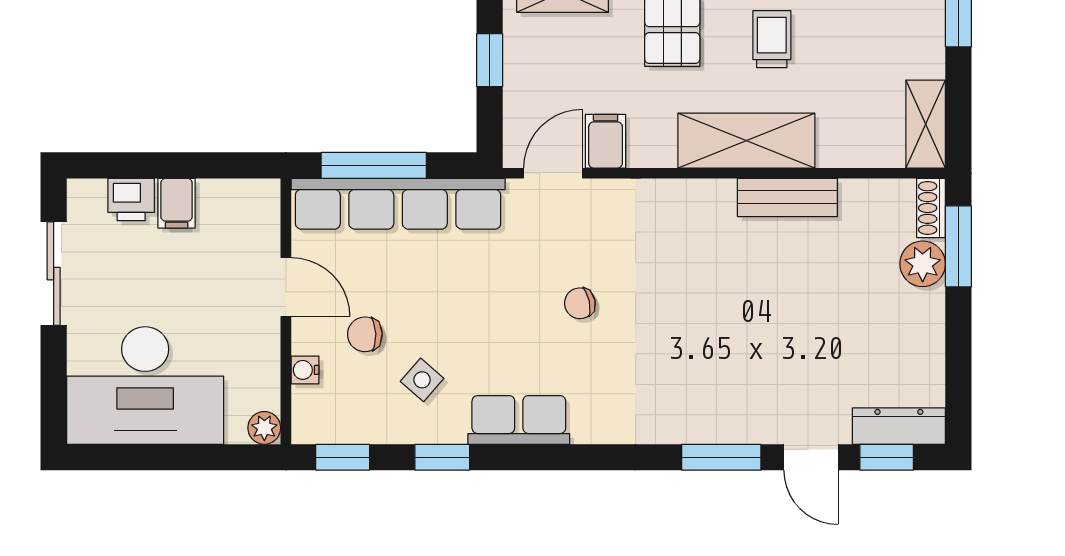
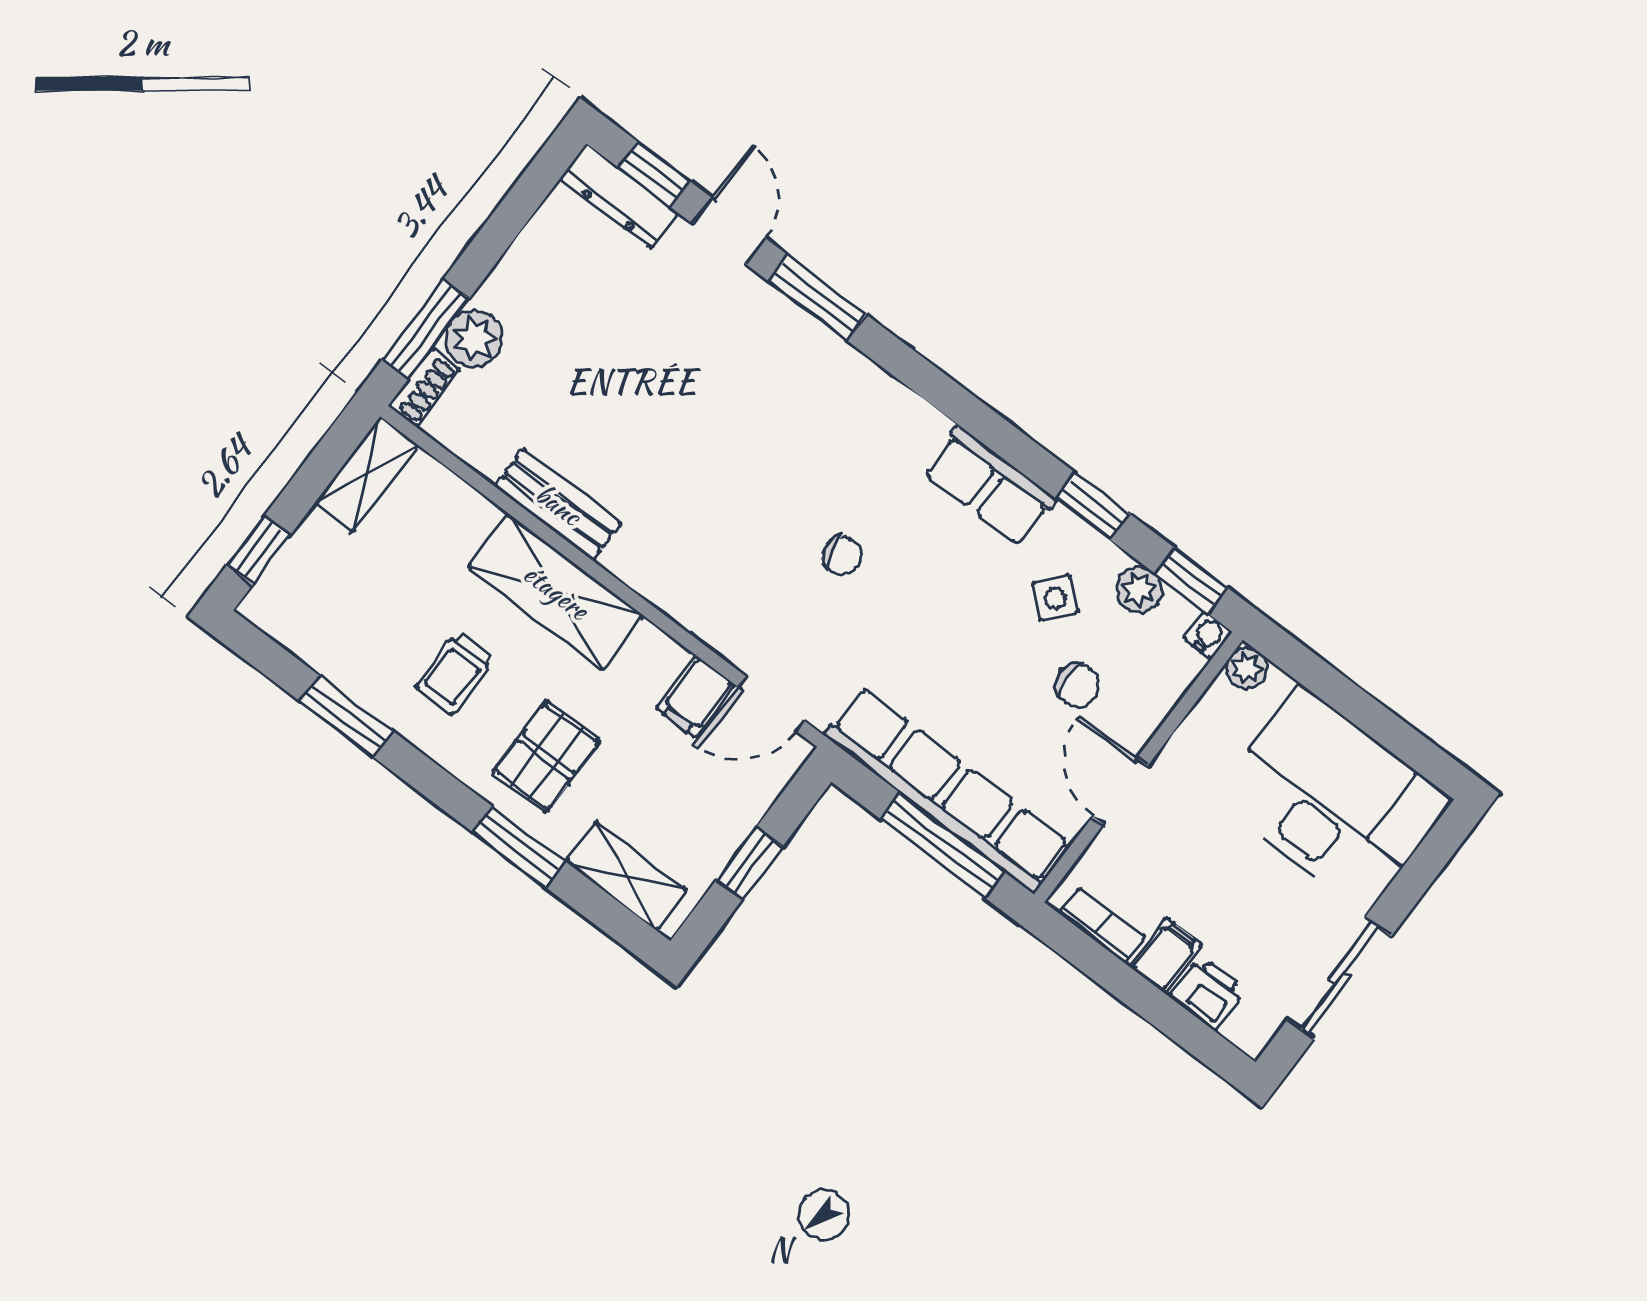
bookcase: (232, 192) -> (1102, 925), added
water cooler: (305, 370) -> (1208, 635), moved, turned -90
plant: (372, 426) -> (1139, 590), added

